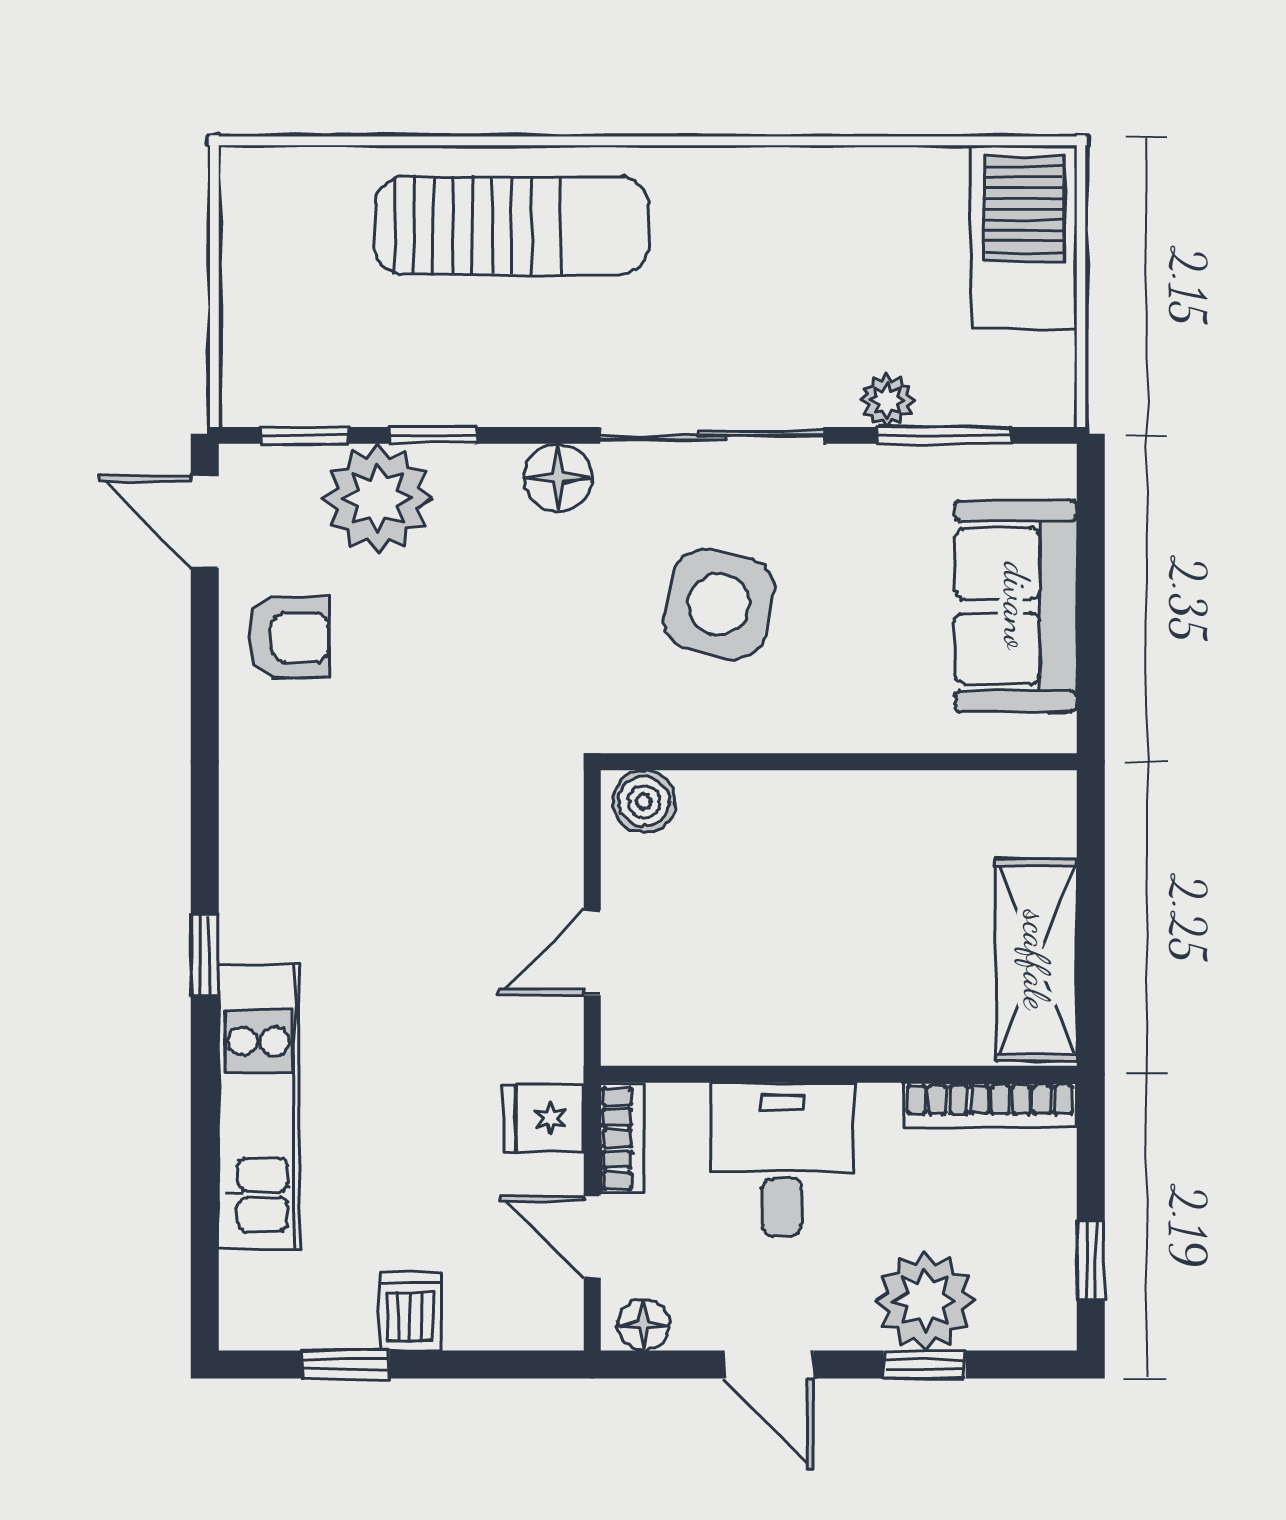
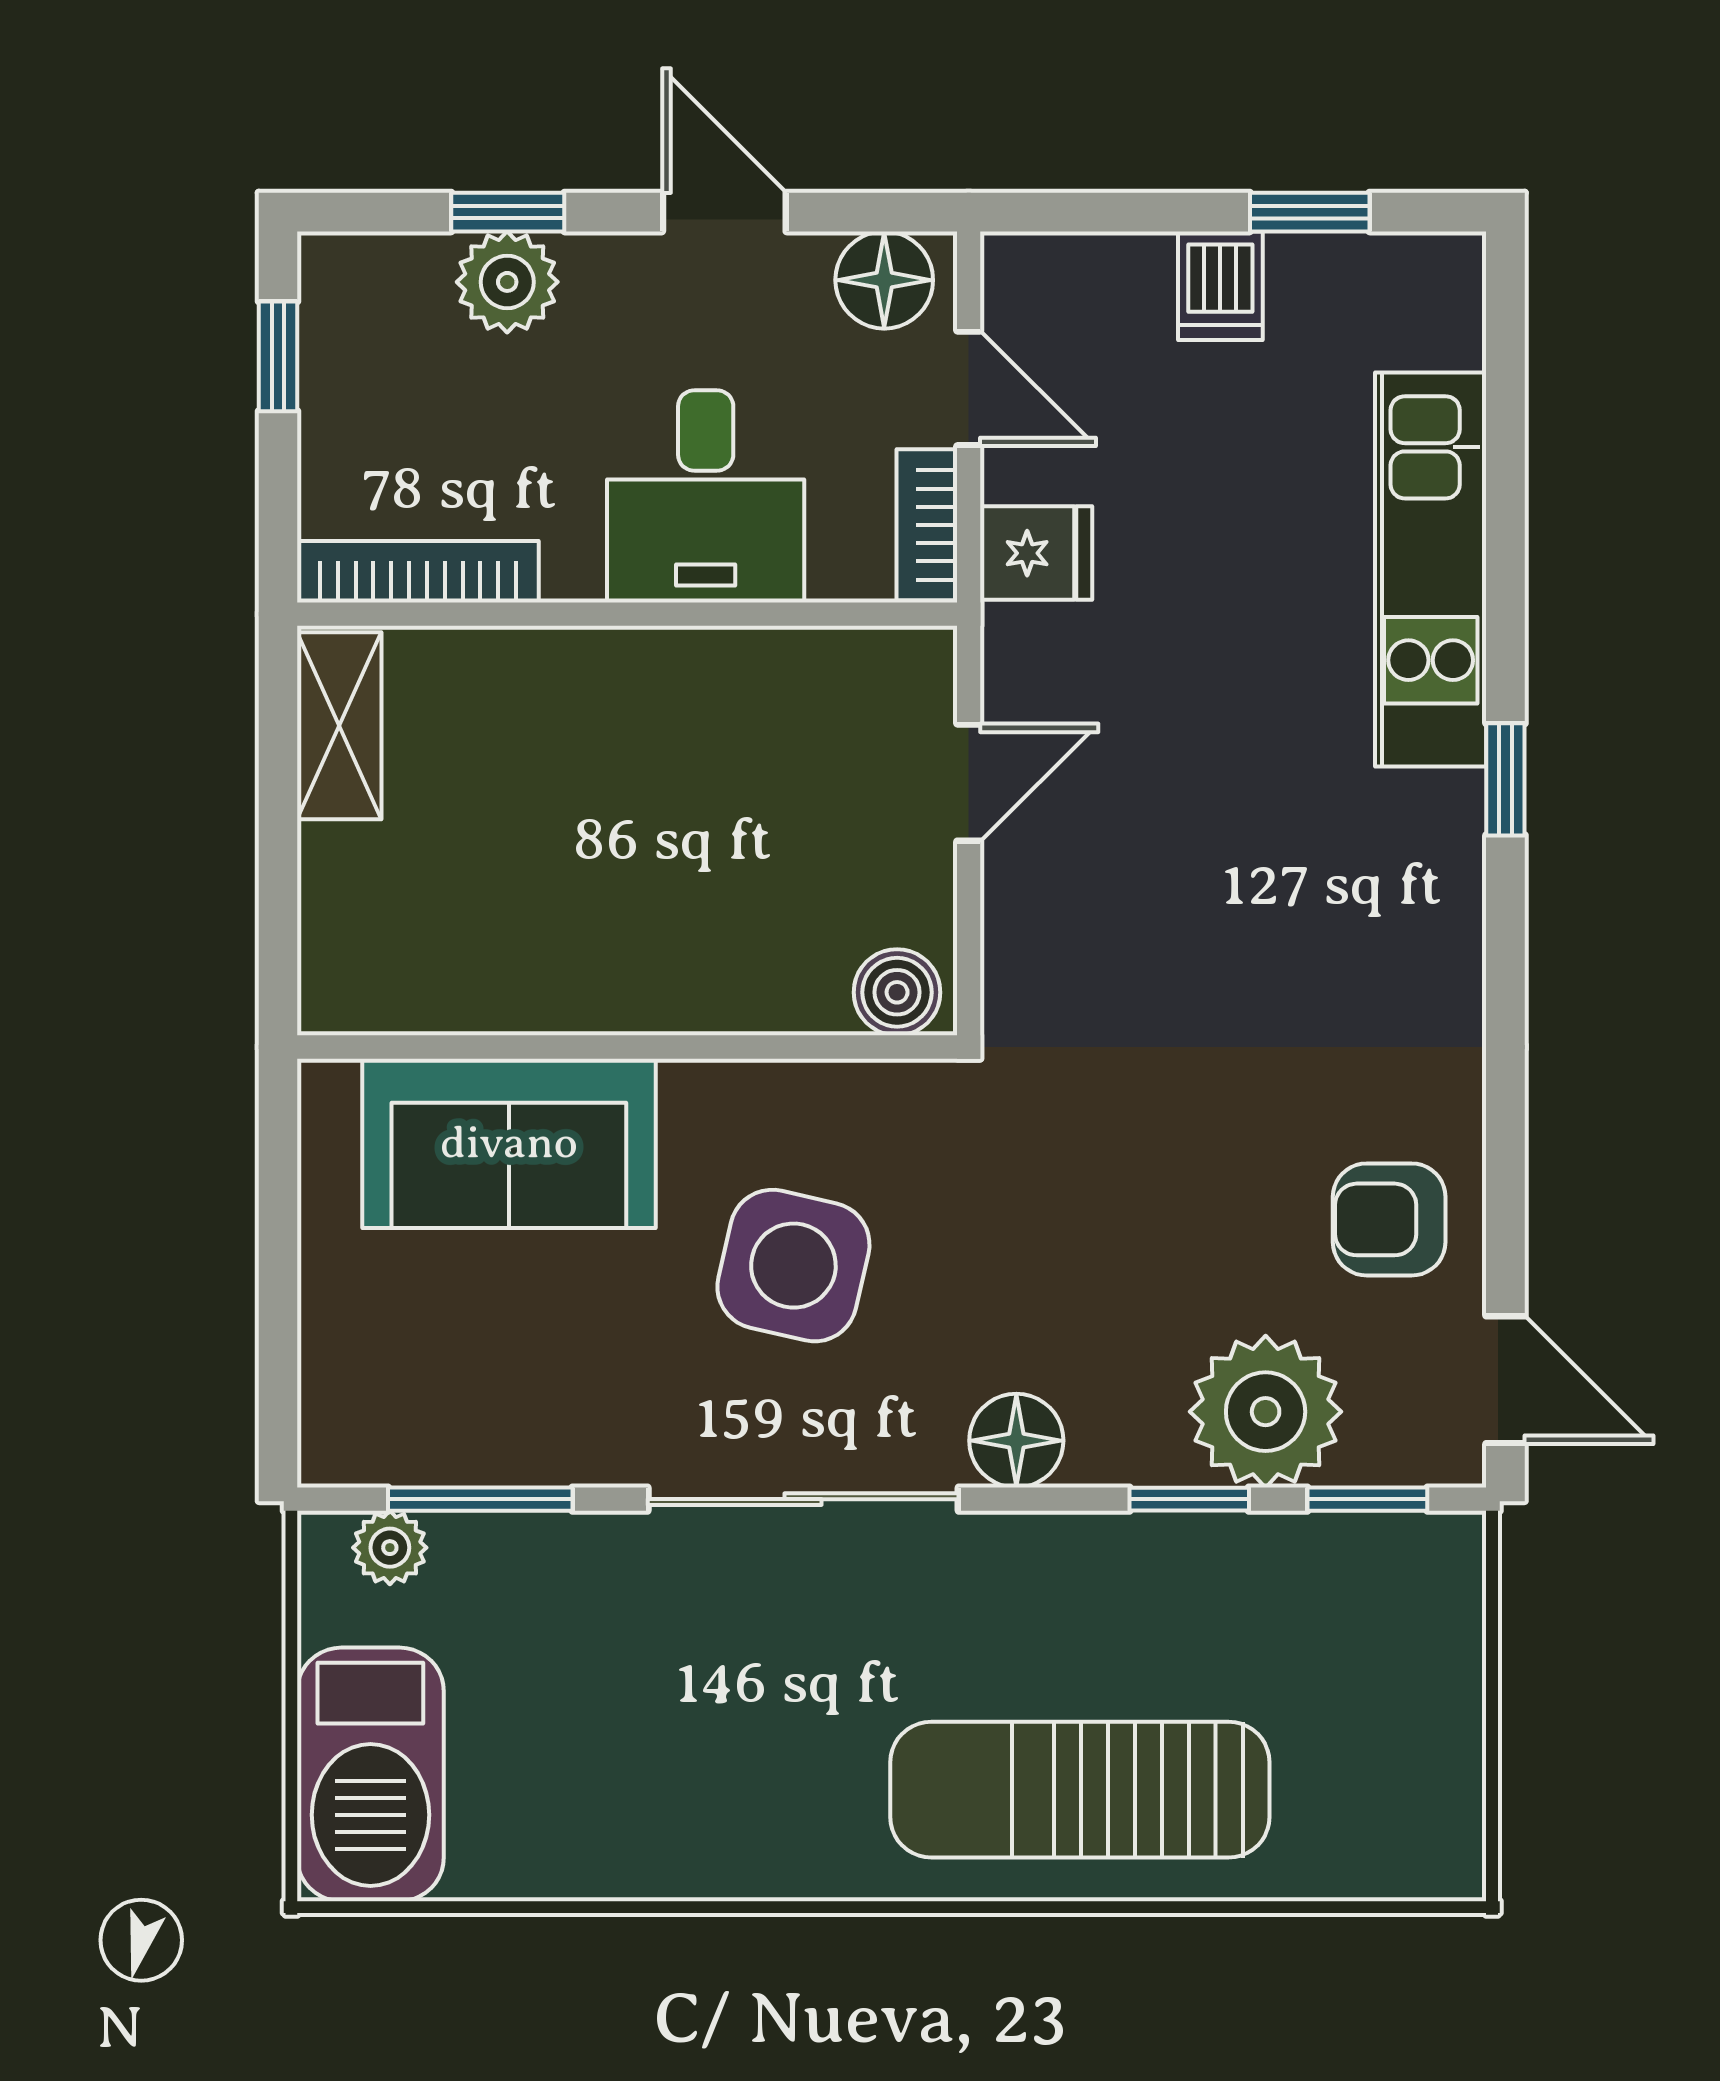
plant: (887, 400) -> (390, 1548), moved
sofa: (1016, 606) -> (509, 1143), moved, turned 90
shelving: (1036, 960) -> (339, 726), width x0.67, depth x0.75
plant: (925, 1301) -> (507, 282), width x0.73, depth x0.73
floor lamp: (644, 1325) -> (884, 280), width x1.37, depth x1.37

